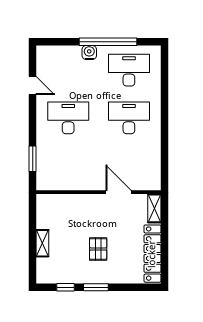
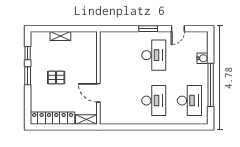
water cooler: (89, 53) -> (203, 58), moved
window: (33, 159) -> (148, 29), moved
door: (118, 192) -> (98, 93), swing flipped

